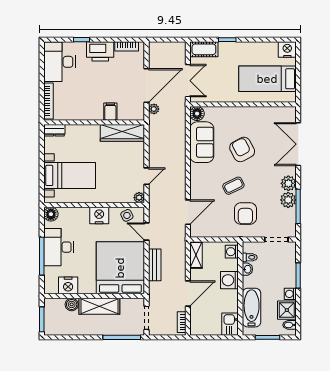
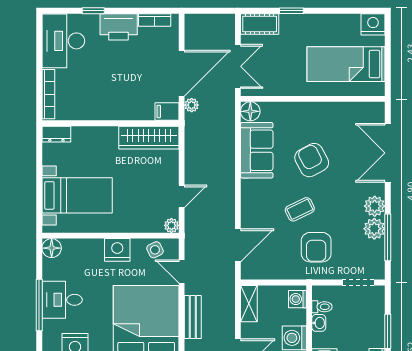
filing cabinet: (110, 112) -> (167, 111), moved, turned -90
desk: (59, 247) -> (62, 300), width x0.73

